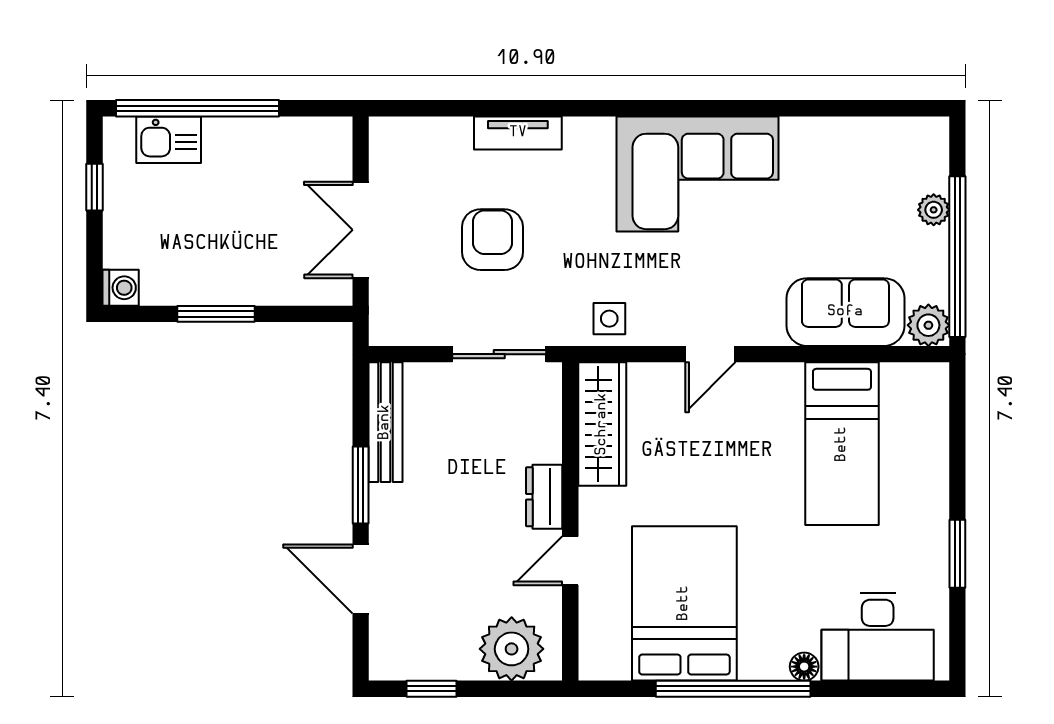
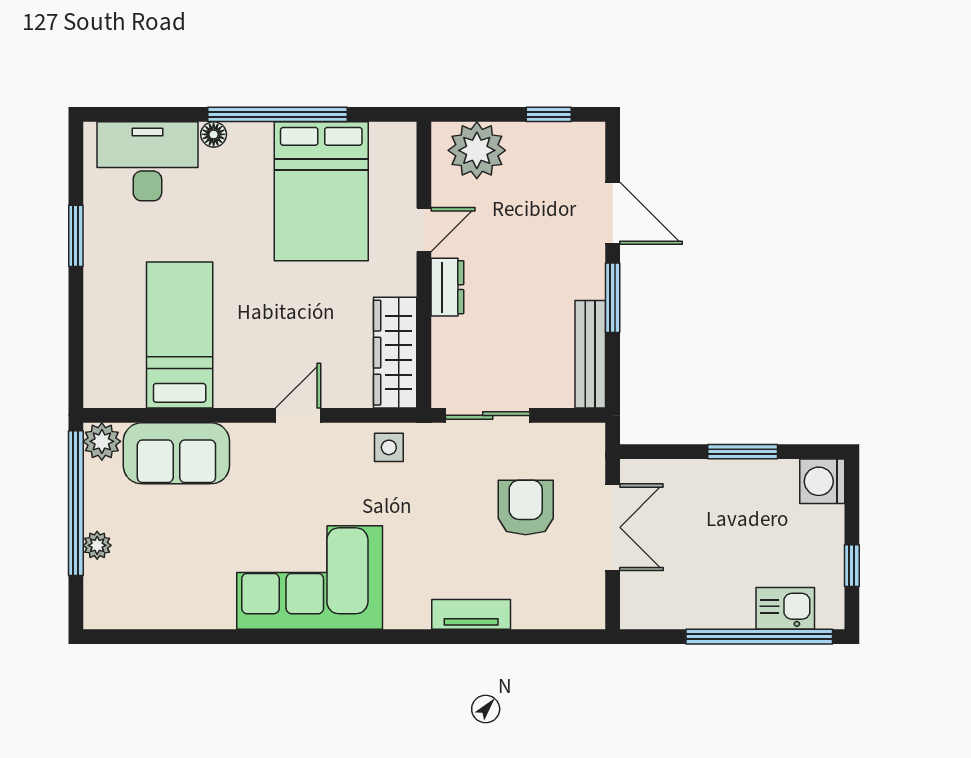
armchair: (493, 240) -> (526, 507), moved, turned 180
washing machine: (121, 288) -> (822, 481), width x1.38, depth x1.38

